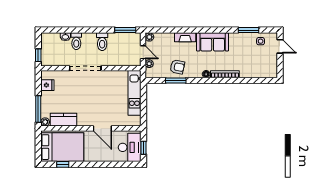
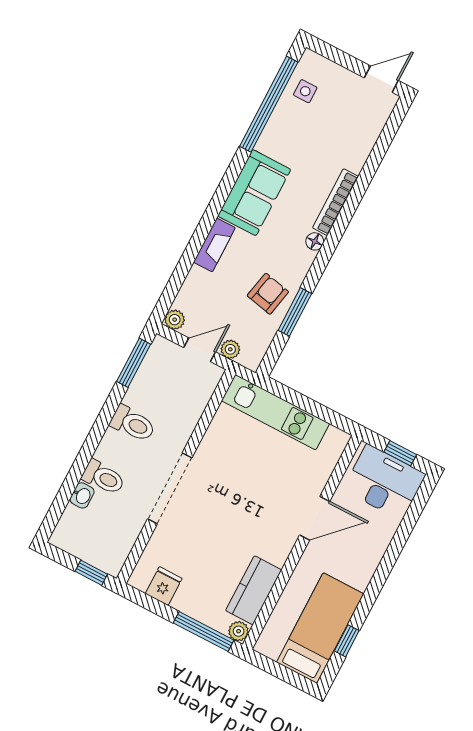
window: (249, 30) -> (269, 104), width x2.11
door: (280, 46) -> (381, 79), moved
bed: (62, 147) -> (320, 628), width x0.67

